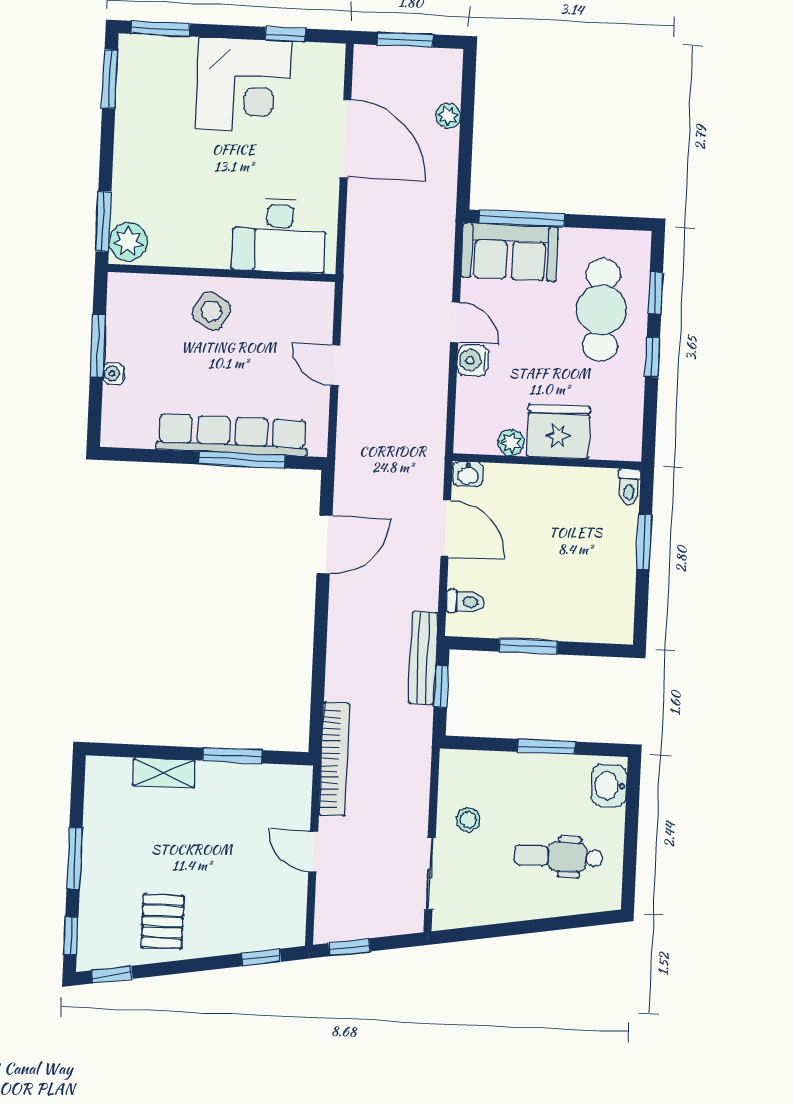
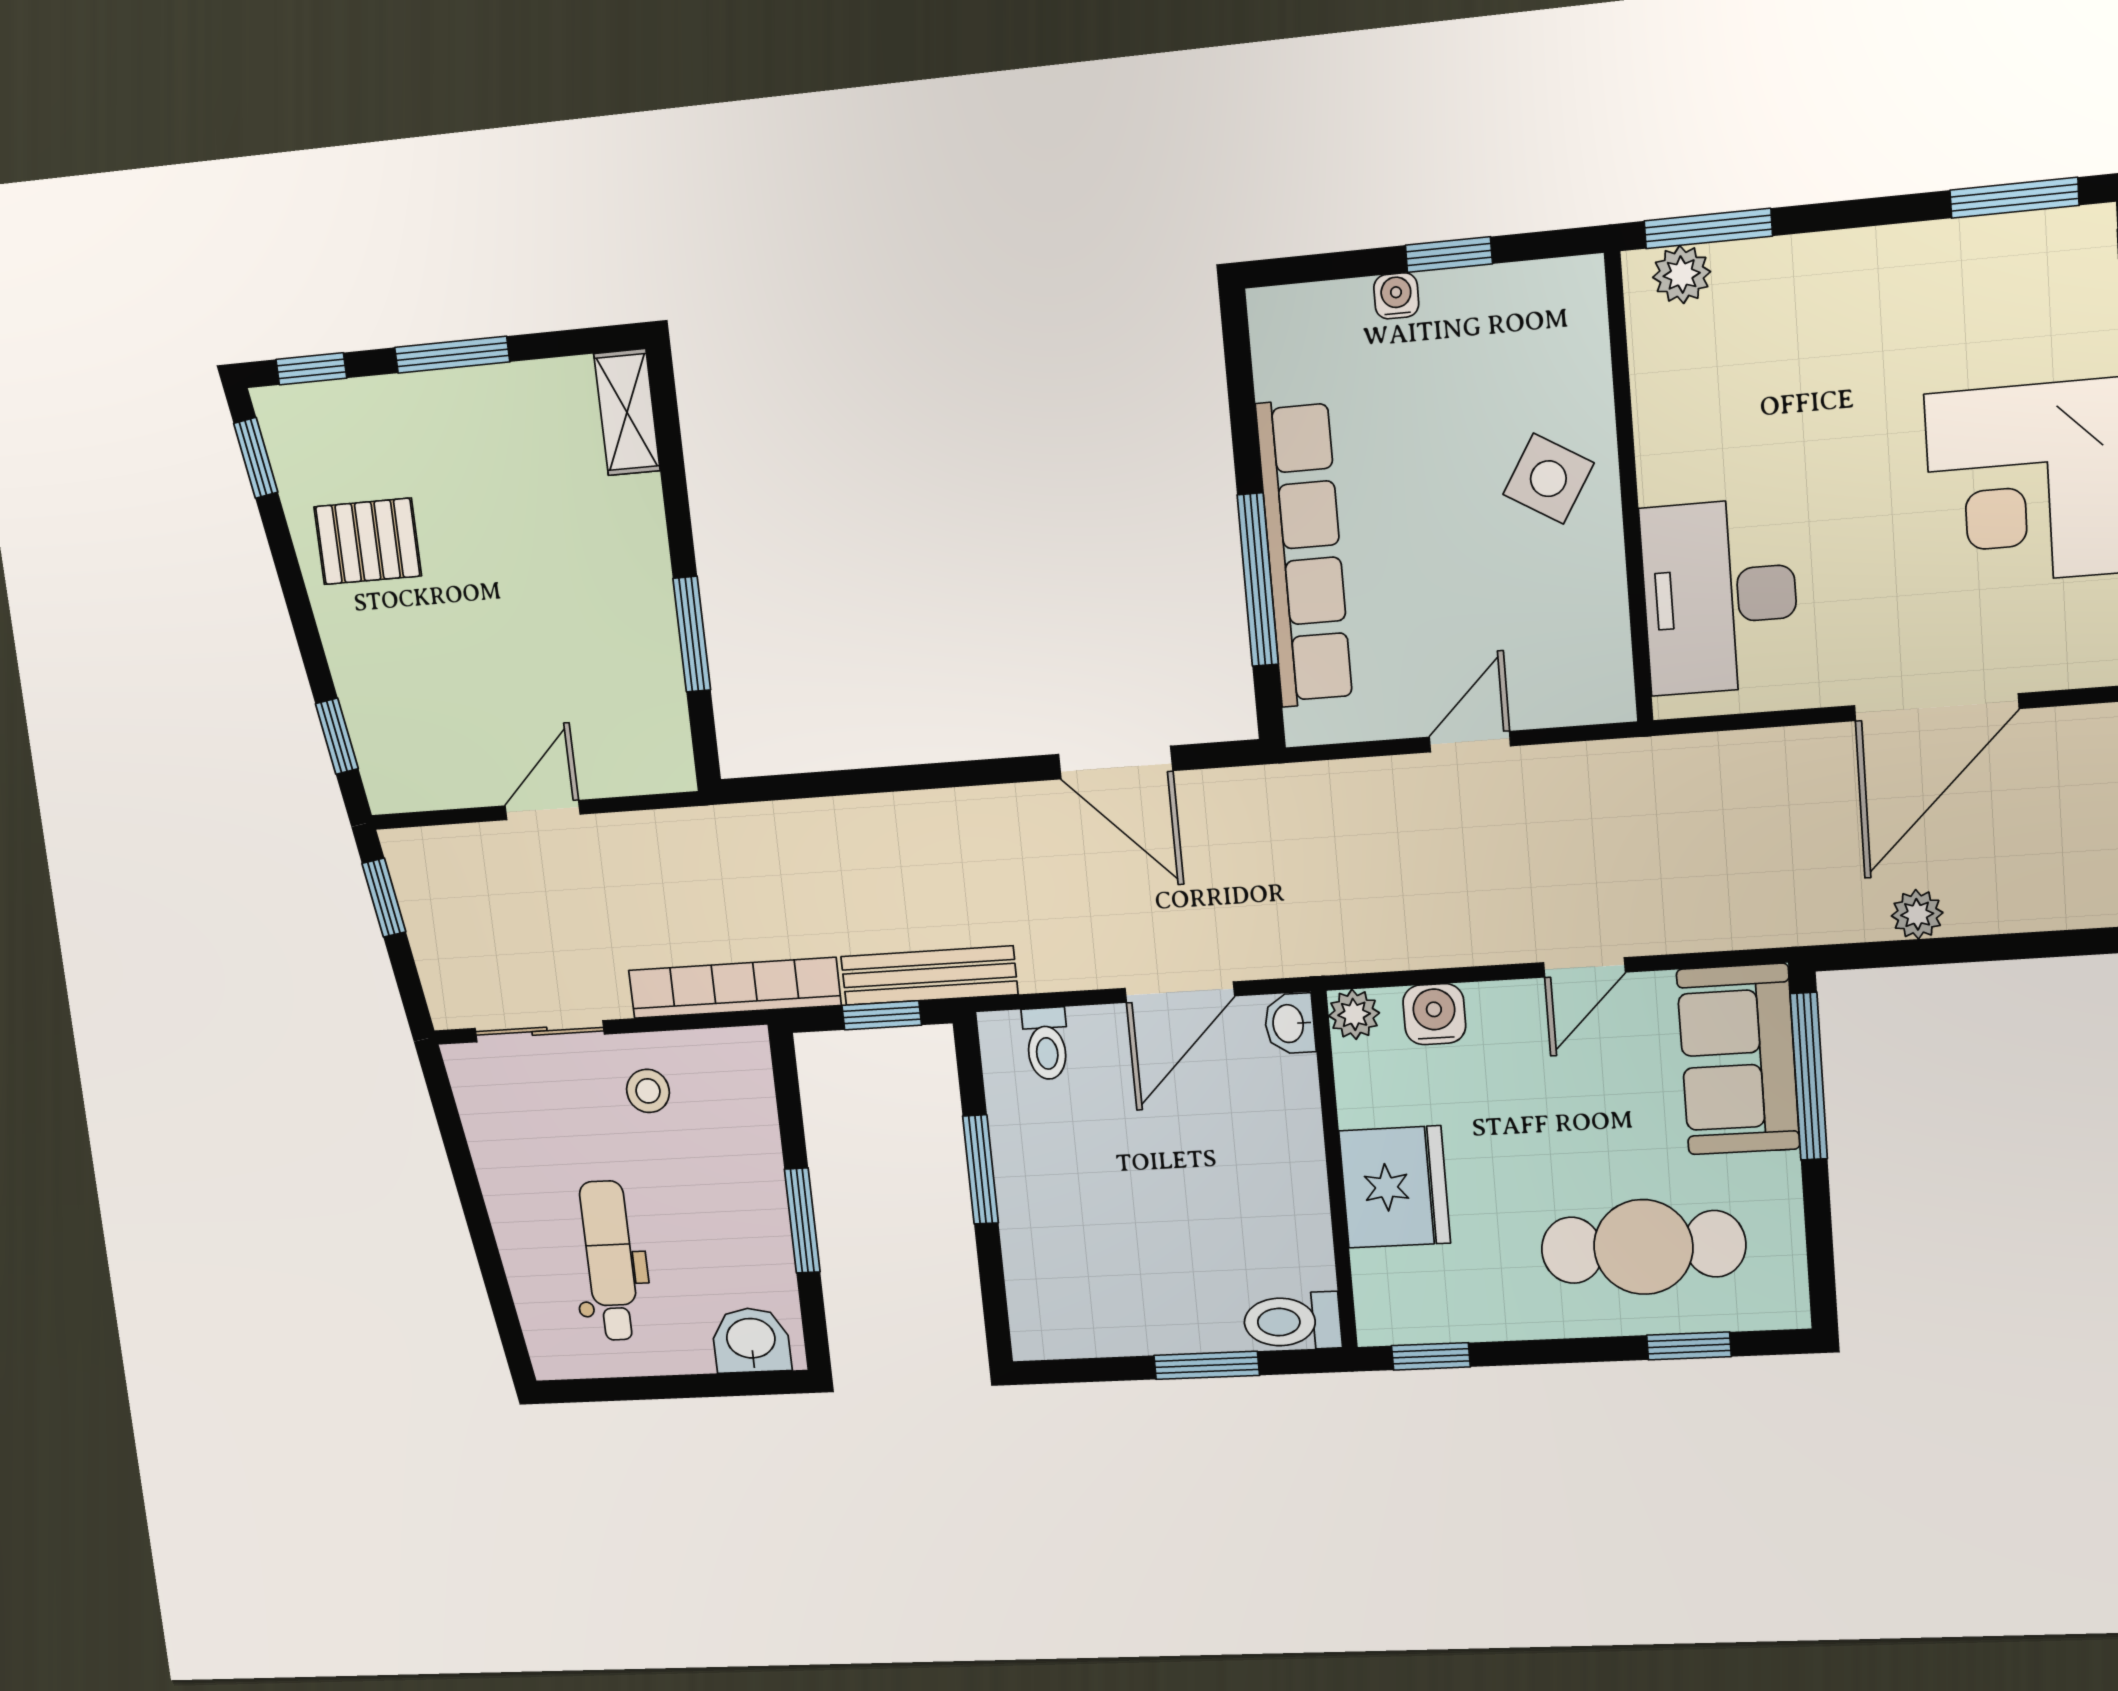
plant: (448, 116) -> (1917, 914), moved
plant: (128, 242) -> (1682, 274), width x0.73, depth x0.73
window: (98, 346) -> (1449, 255), width x0.67
window: (653, 357) -> (1431, 1356), moved
water cooler: (473, 360) -> (1434, 1014), moved
plant: (511, 443) -> (1354, 1014), moved
toilet: (629, 487) -> (1292, 1321), width x1.37, depth x1.39
bookcase: (334, 759) -> (735, 988), moved, turned 180
shelving: (164, 773) -> (627, 412), moved

